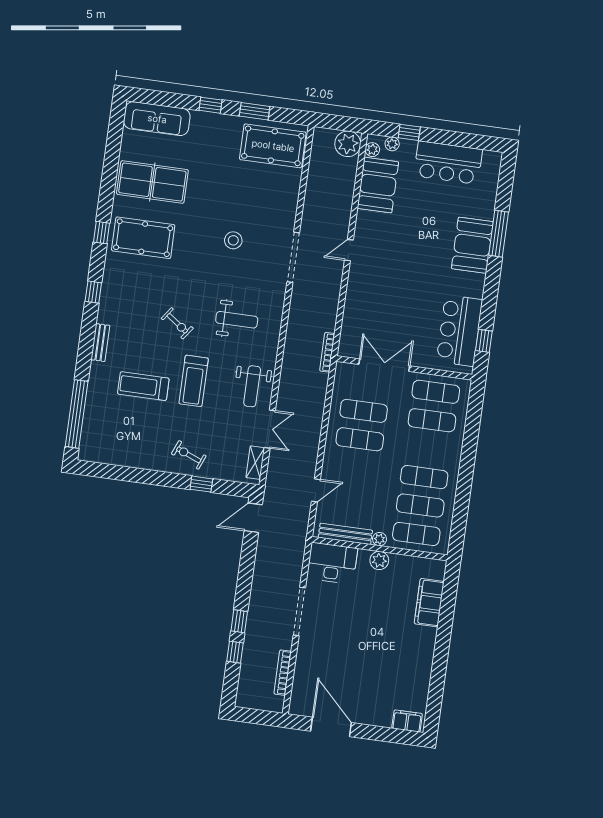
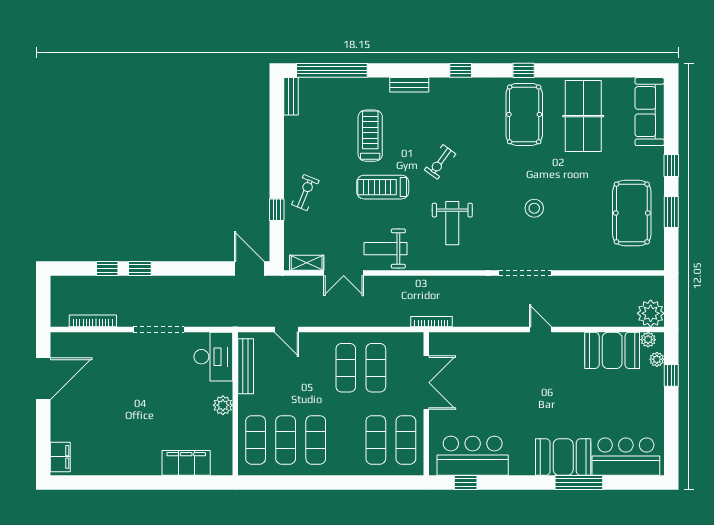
pool table: (273, 146) -> (632, 213), moved
bar counter: (448, 163) -> (626, 457), moved, turned 90
bench: (96, 456) -> (291, 96), added
plant: (380, 539) -> (245, 402), removed

